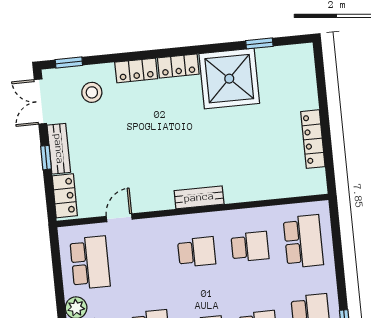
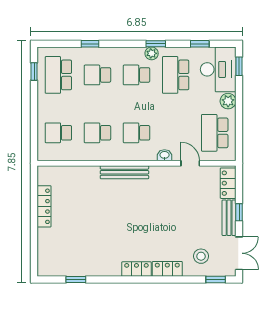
shower: (229, 79) -> (100, 256), removed
bench: (199, 197) -> (124, 172), width x1.36
door: (119, 218) -> (190, 163), swing flipped
washbasin: (155, 225) -> (165, 155), added
school desk: (303, 241) -> (58, 133), width x0.54

